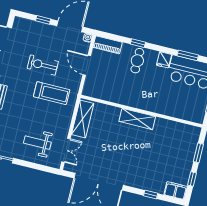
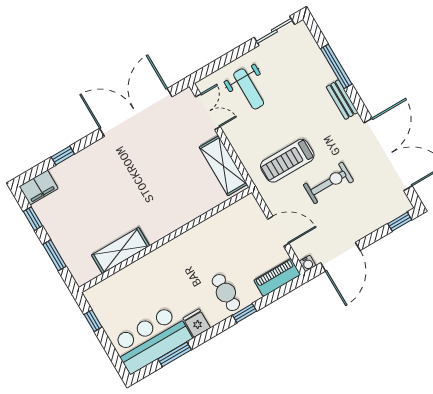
window: (43, 20) -> (400, 222), moved
shelving: (137, 119) -> (121, 250), moved
weight bench: (37, 143) -> (249, 89), turned 90
double door: (66, 150) -> (208, 112), swing flipped

